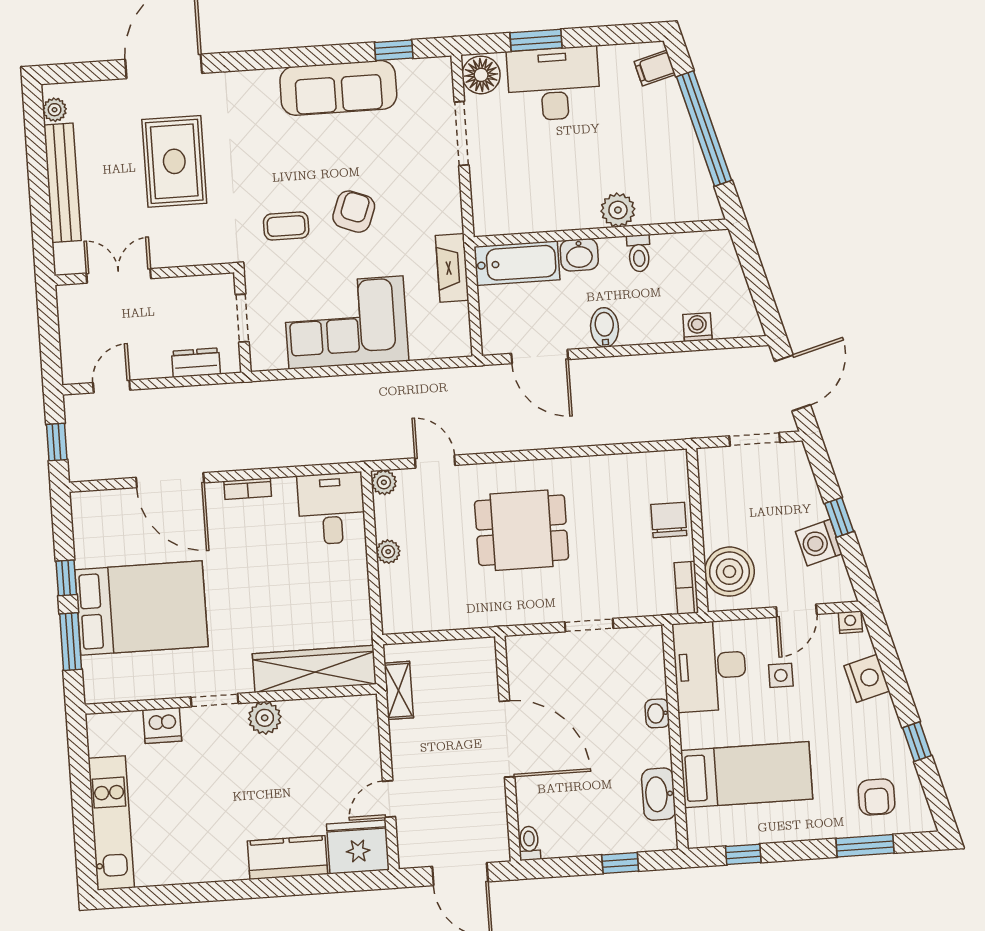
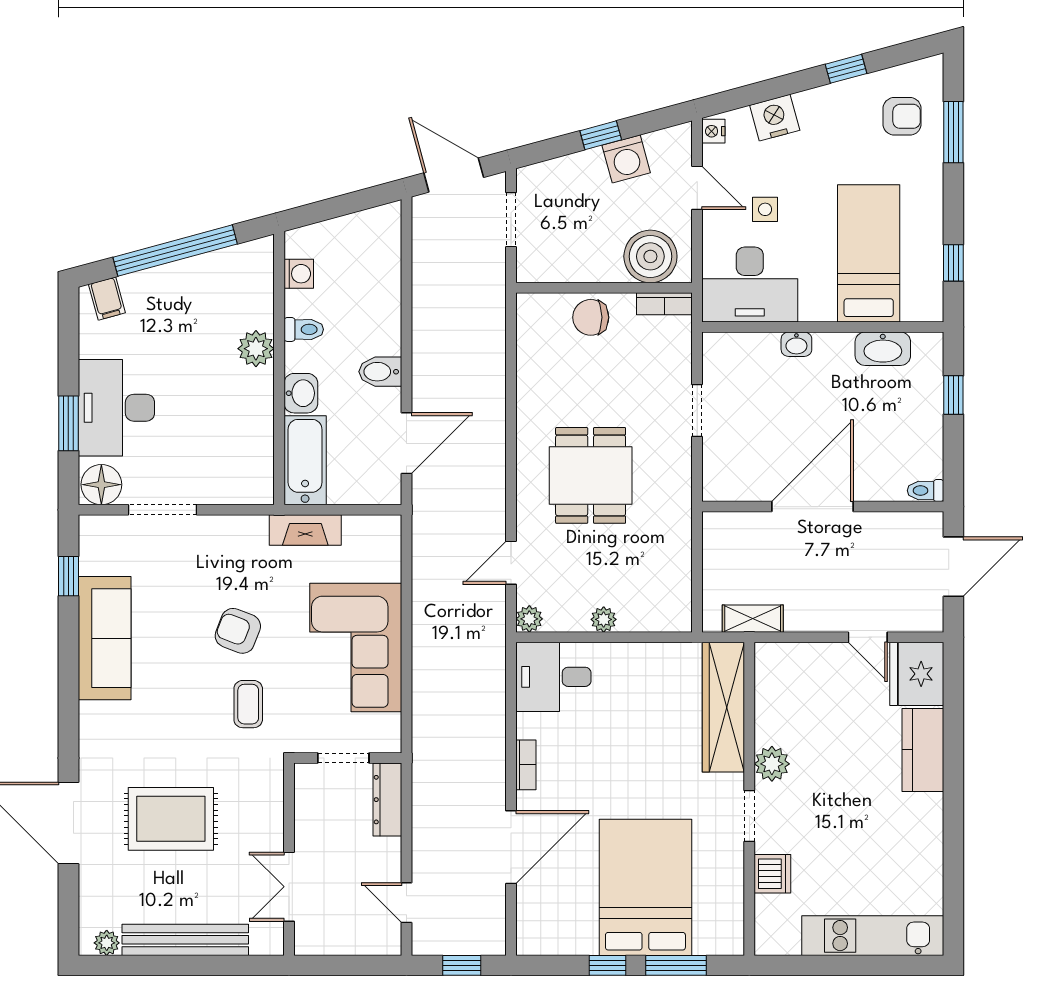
washing machine: (697, 327) -> (299, 274), moved, turned 180
dresser: (196, 363) -> (387, 800), width x1.44

